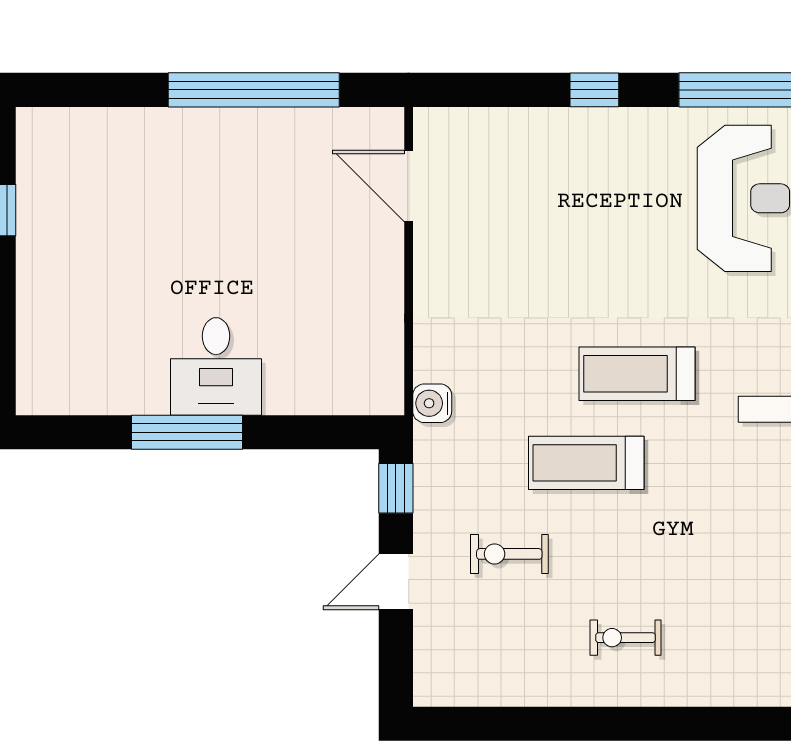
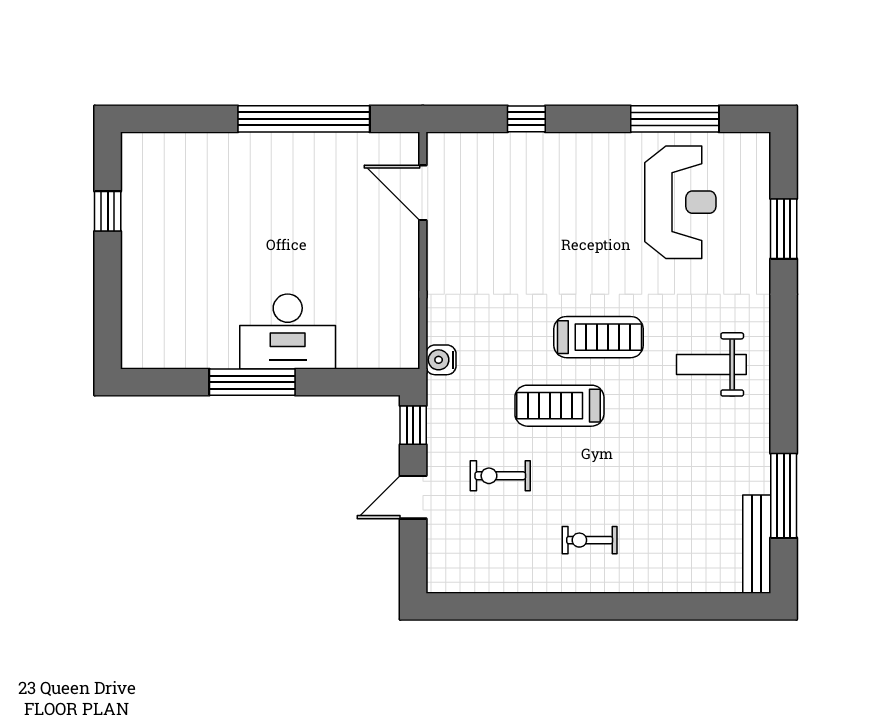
window: (594, 90) -> (526, 119), moved
desk: (216, 366) -> (288, 331), width x1.37
treadmill: (637, 374) -> (599, 337), turned 180

